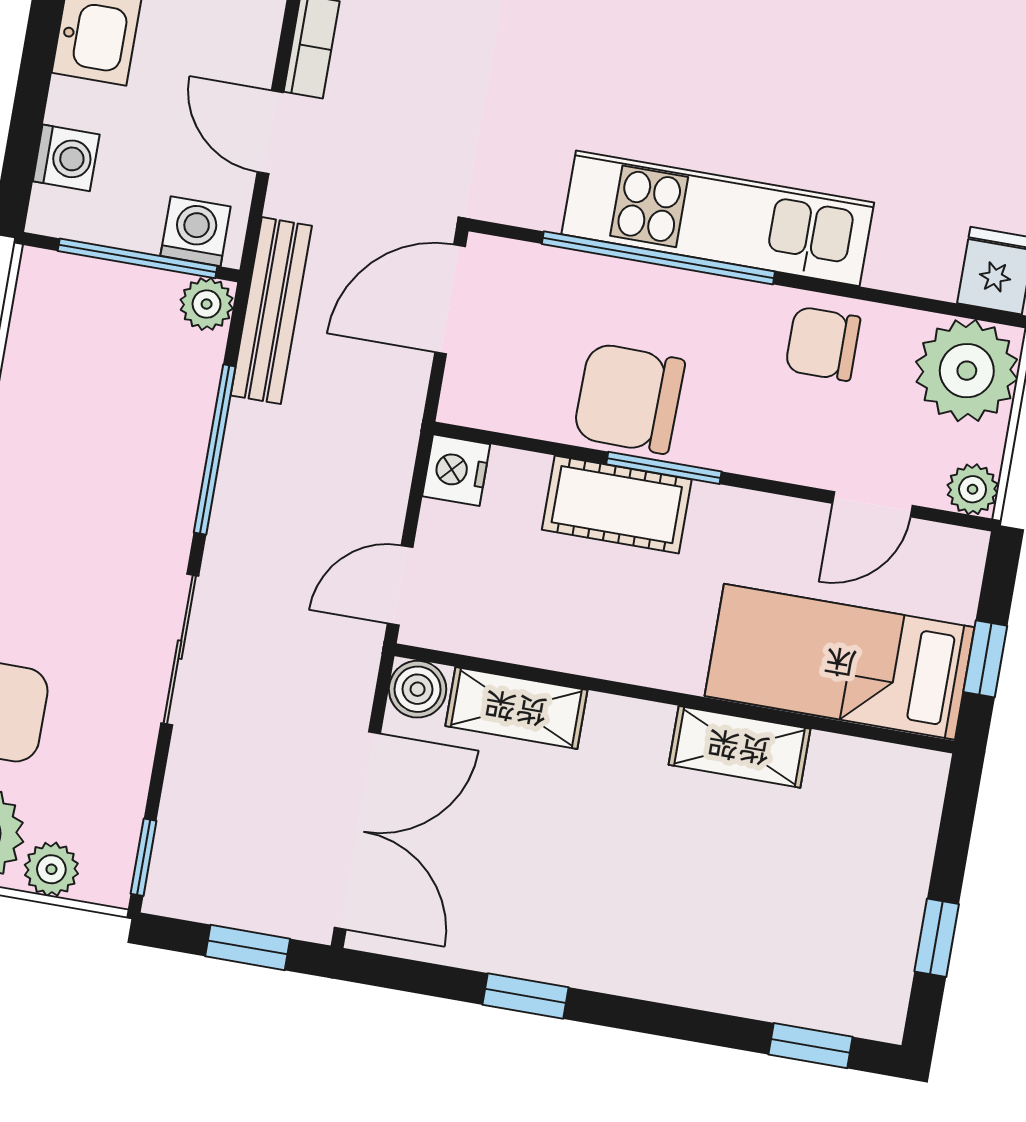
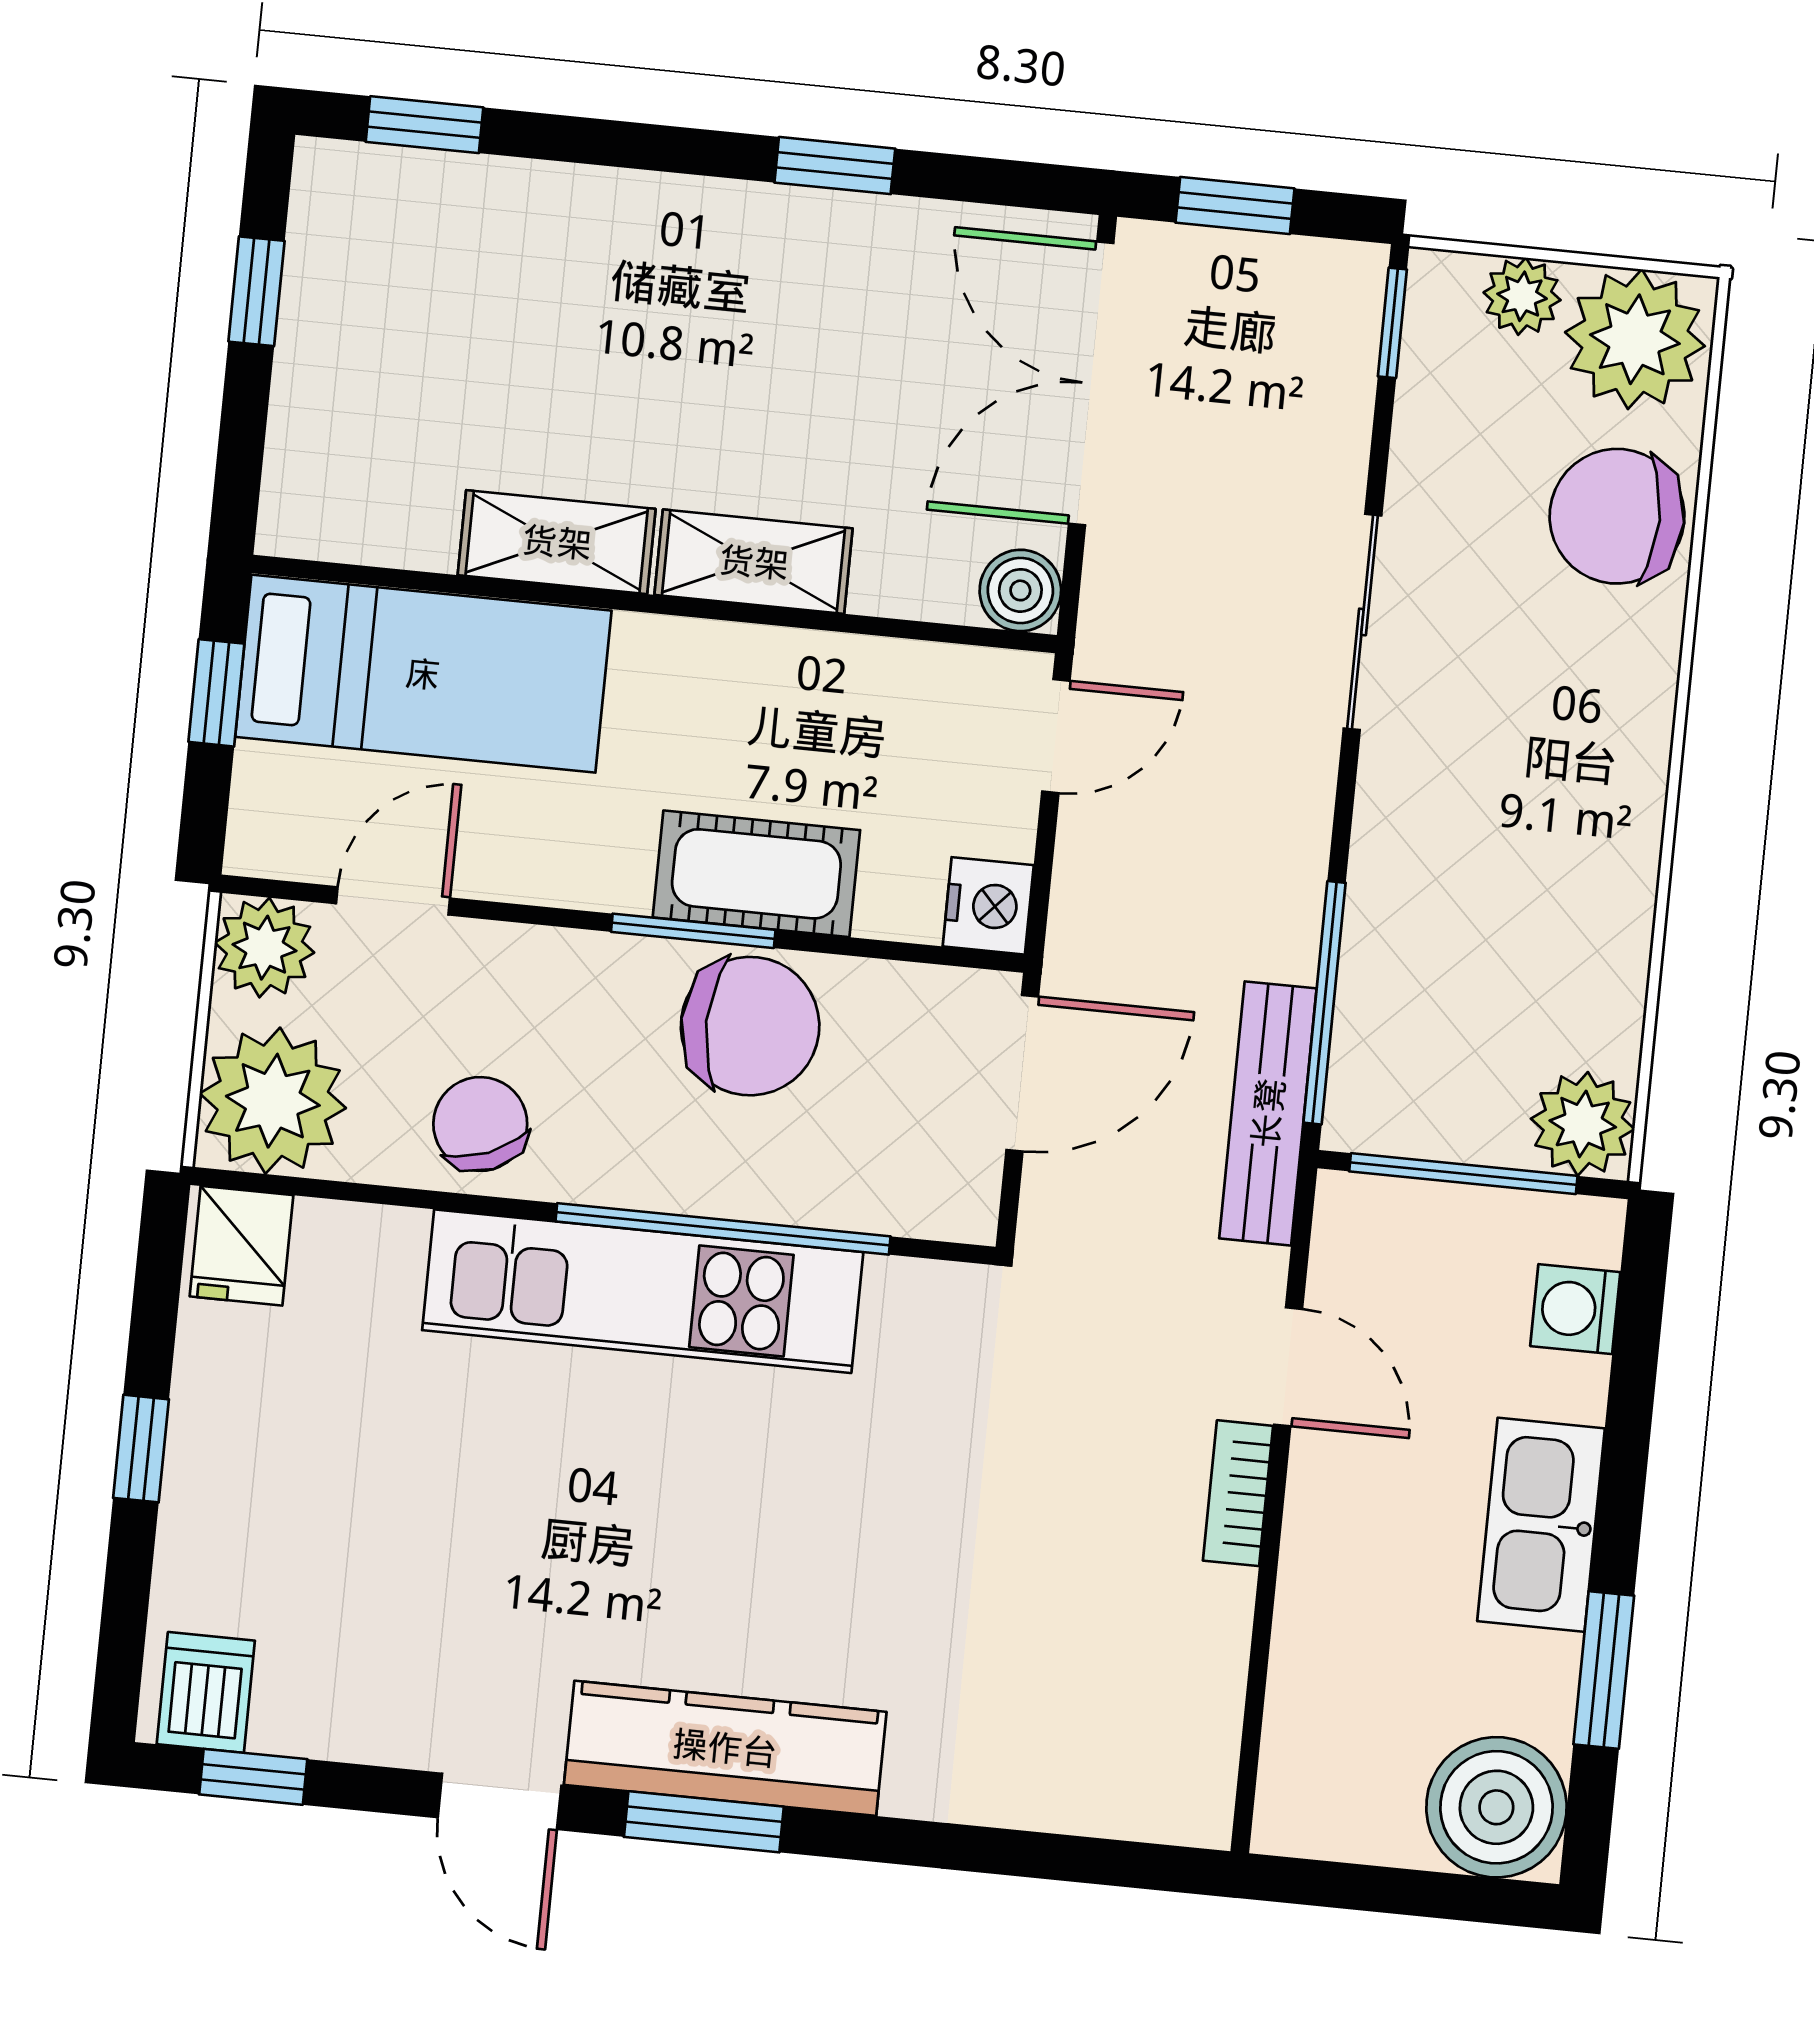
washing machine: (196, 231) -> (1384, 1218), removed
door: (450, 299) -> (1022, 1073), moved
plant: (207, 304) -> (1583, 1124), moved, width x1.38, depth x1.38
chair: (823, 344) -> (480, 1124), turned -112
window: (215, 450) -> (1325, 1003), moved
plant: (973, 489) -> (264, 948), width x1.38, depth x1.38
shelving: (516, 708) -> (754, 562), moved

